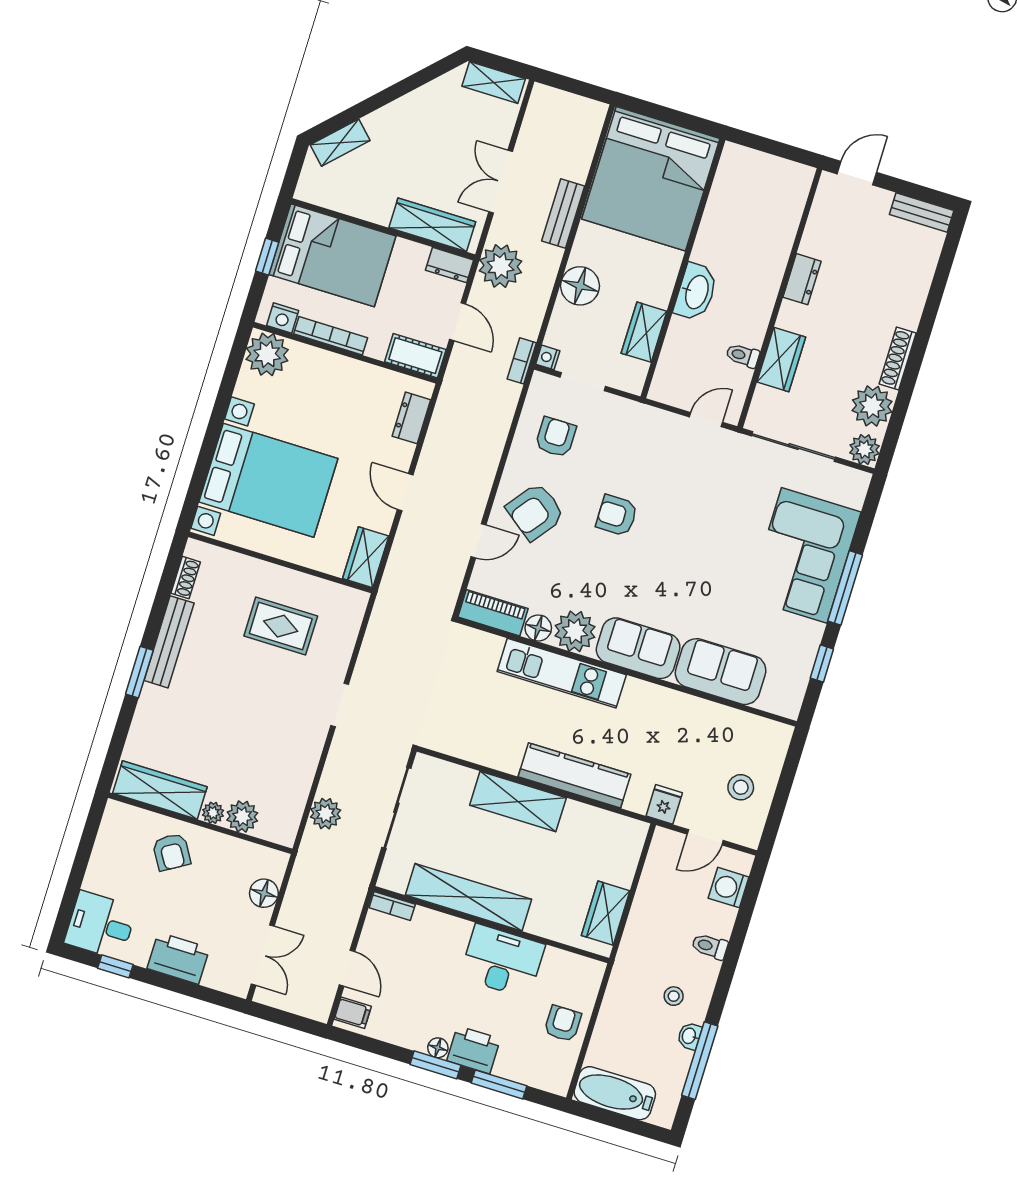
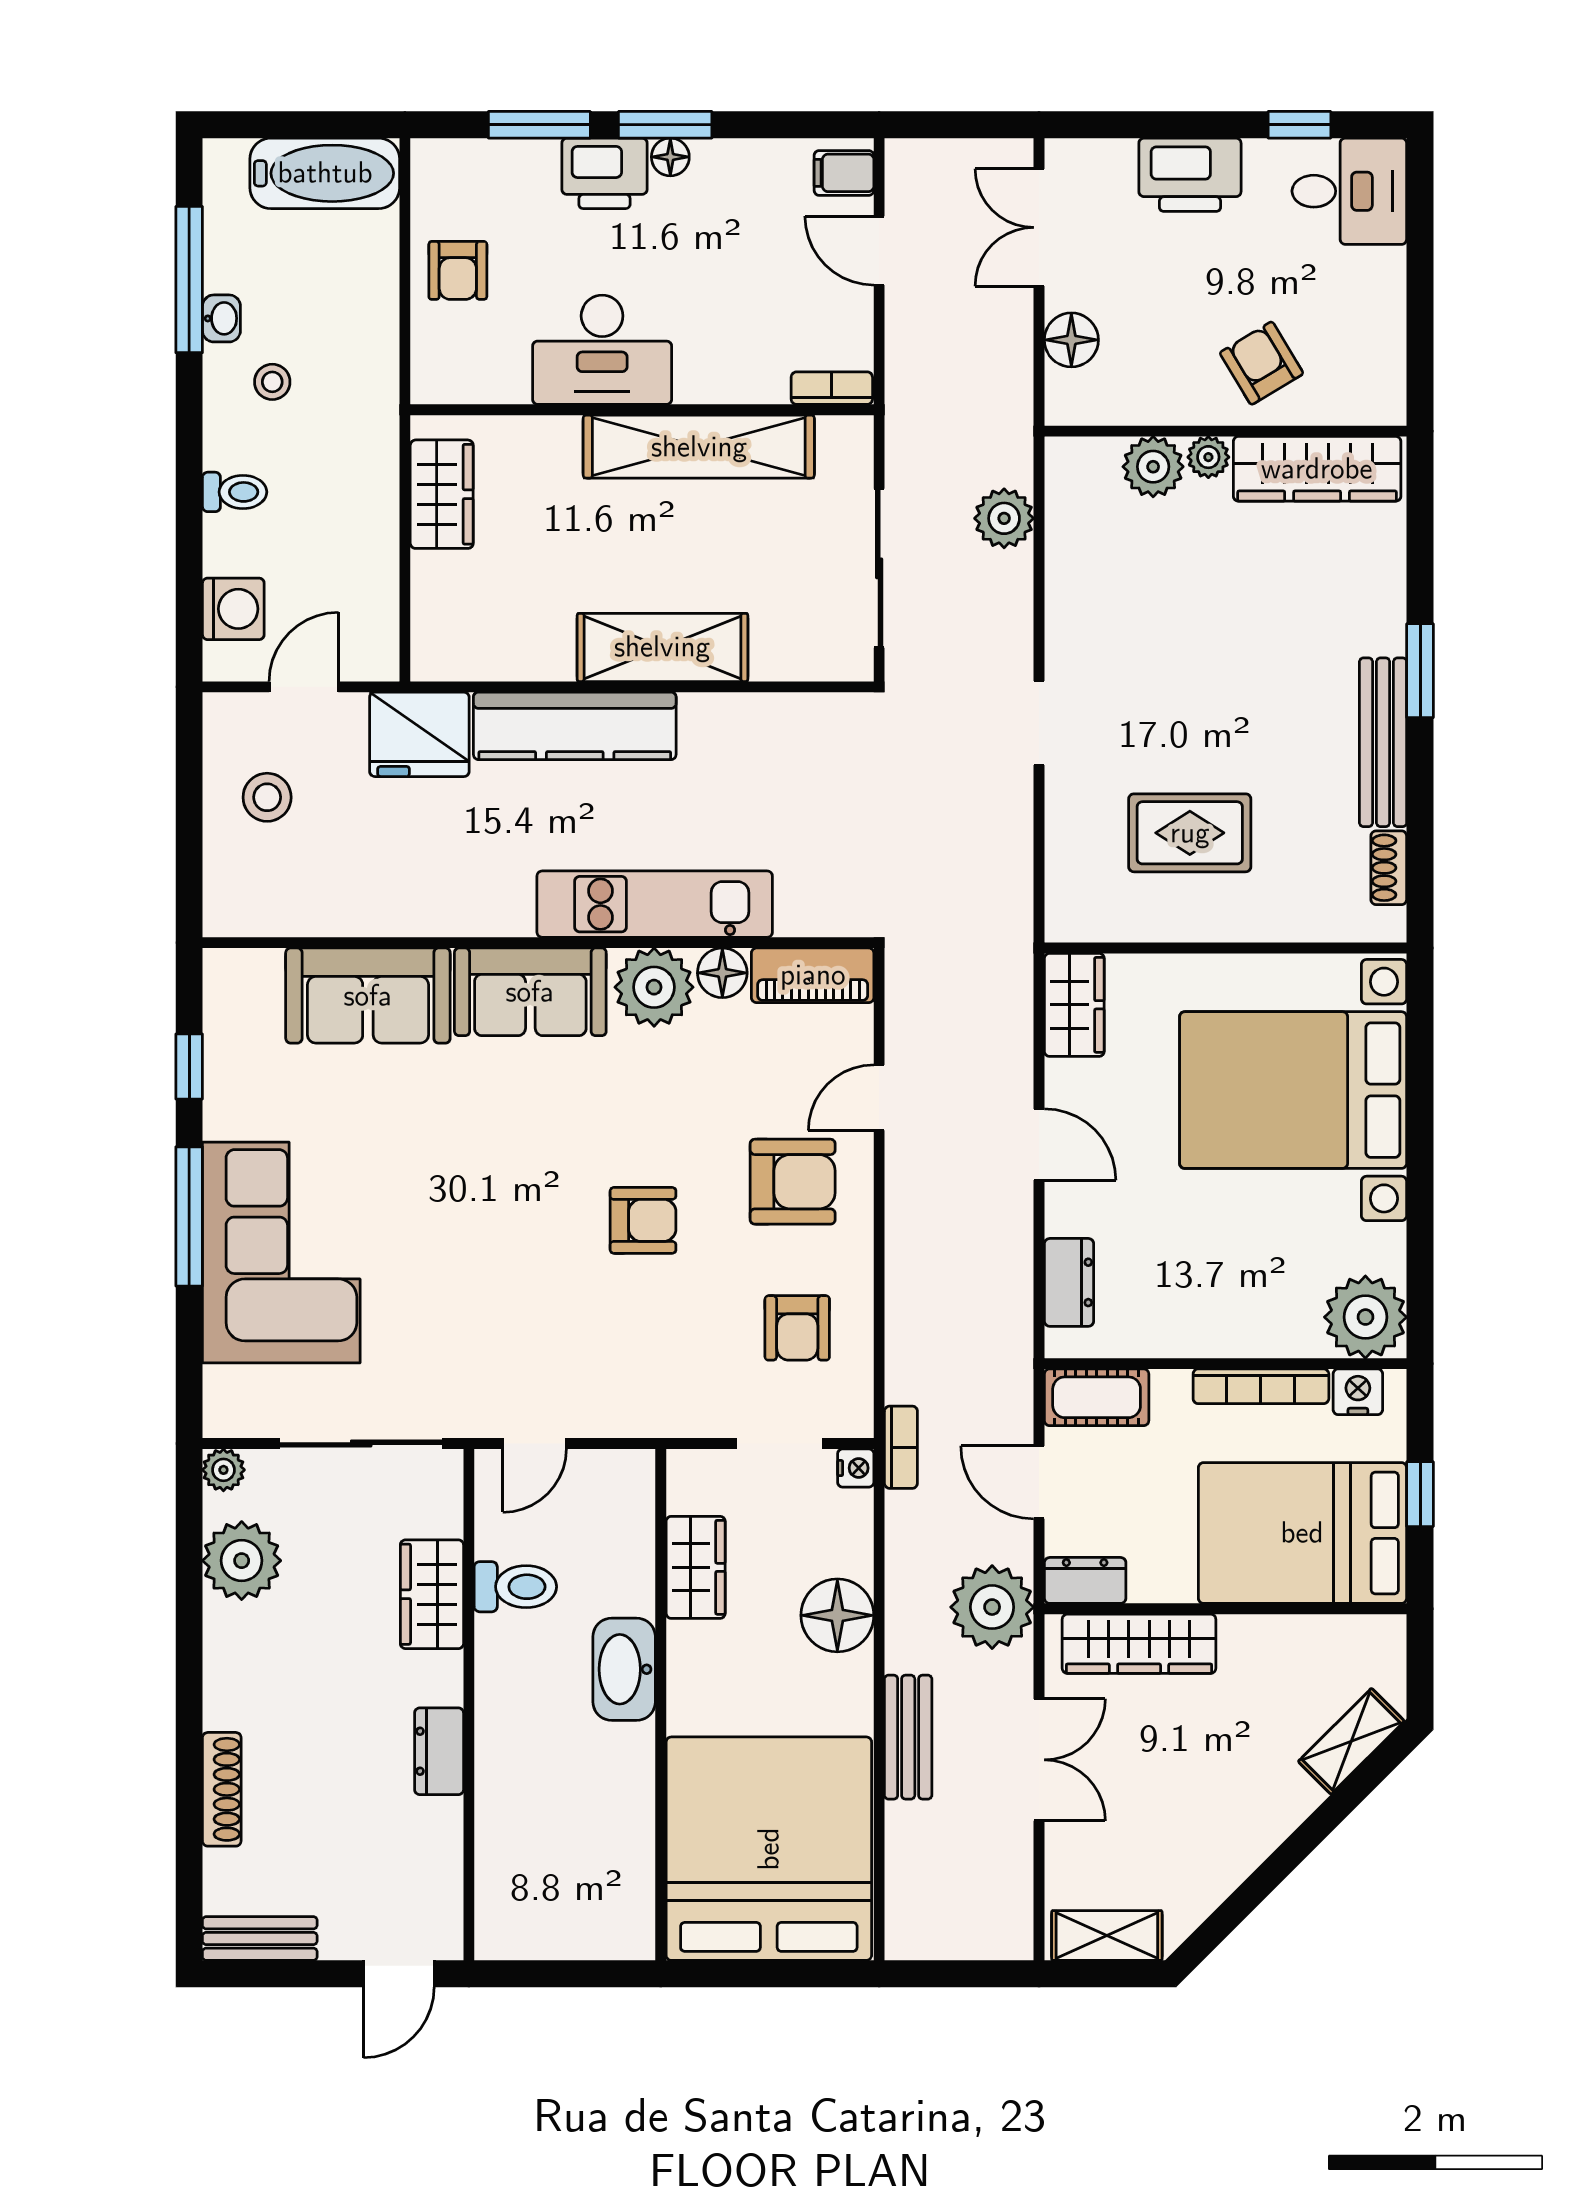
toilet: (743, 356) -> (515, 1587), width x1.37, depth x1.39
shoe rack: (898, 359) -> (222, 1789), moved
plant: (864, 449) -> (223, 1470), width x0.73, depth x0.73
armchair: (535, 512) -> (793, 1182), turned 53
fridge: (664, 804) -> (419, 734), width x1.88, depth x1.34

